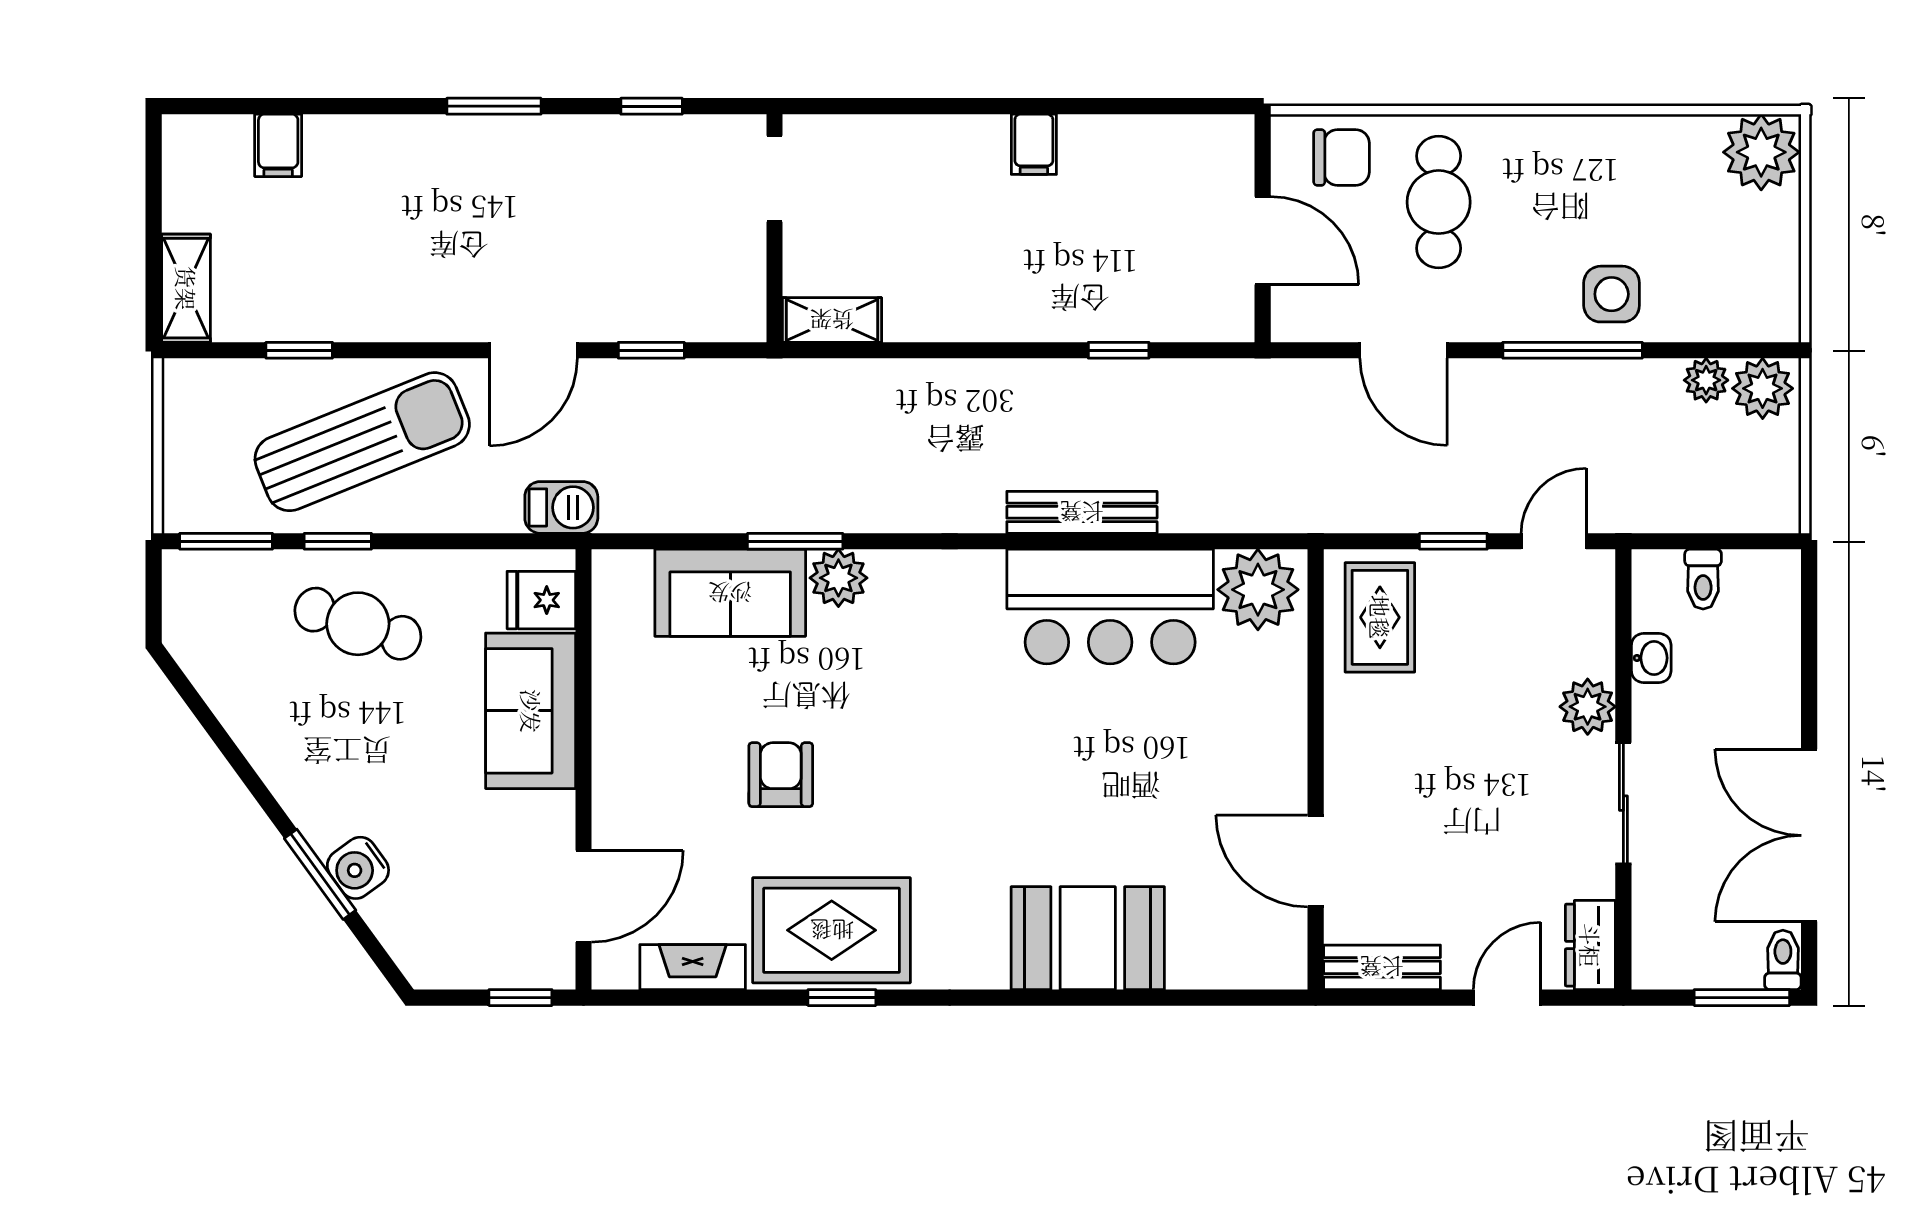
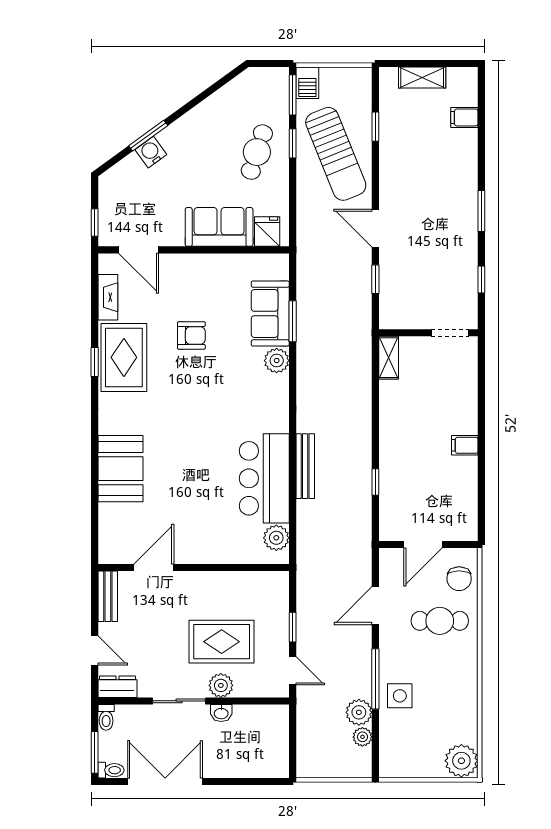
shelving: (186, 288) -> (422, 78), moved
plant: (1763, 388) -> (359, 712), moved
barbecue: (561, 507) -> (307, 83), moved
window: (795, 541) -> (293, 321), moved
toilet: (1703, 579) -> (106, 717), moved, turned -90
plant: (1258, 590) -> (276, 538), width x0.73, depth x0.73
rug: (1380, 617) -> (222, 642), moved, width x1.36, depth x1.43
washbasin: (1651, 658) -> (221, 713), moved

